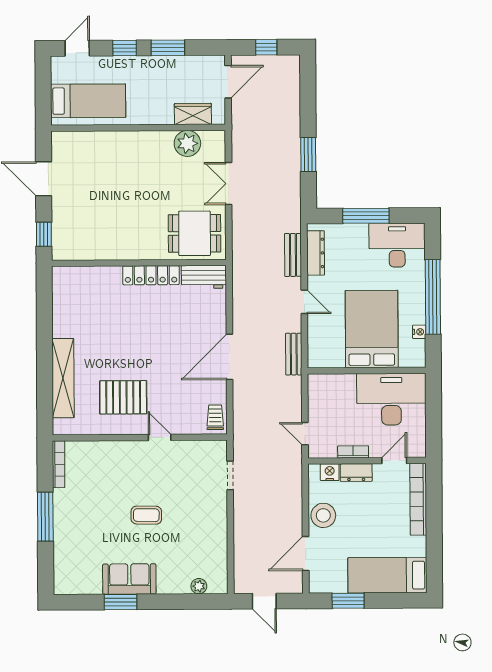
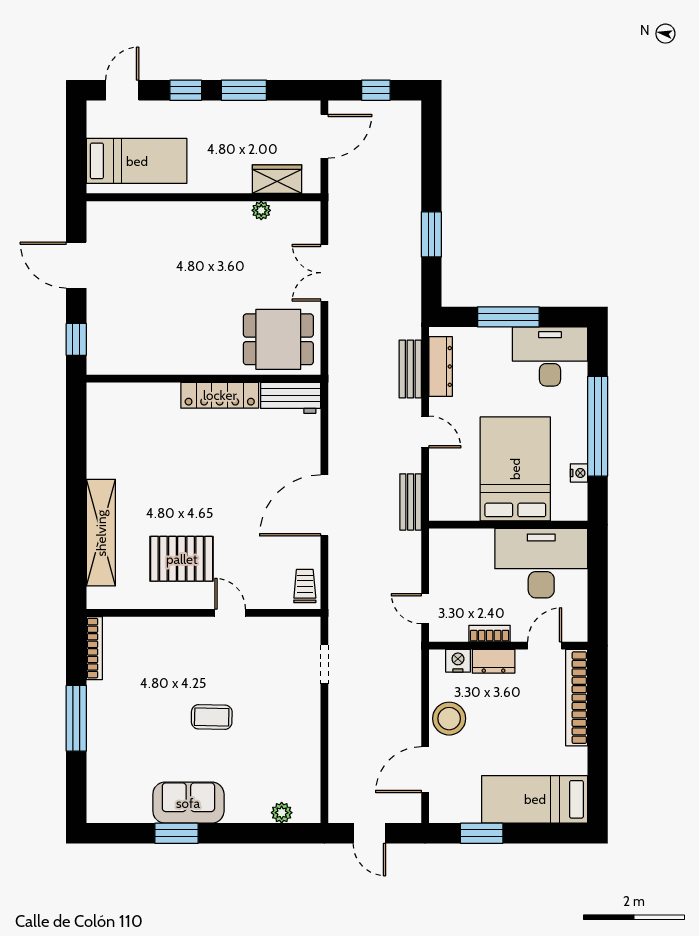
plant: (187, 143) -> (261, 210), width x0.53, depth x0.53

